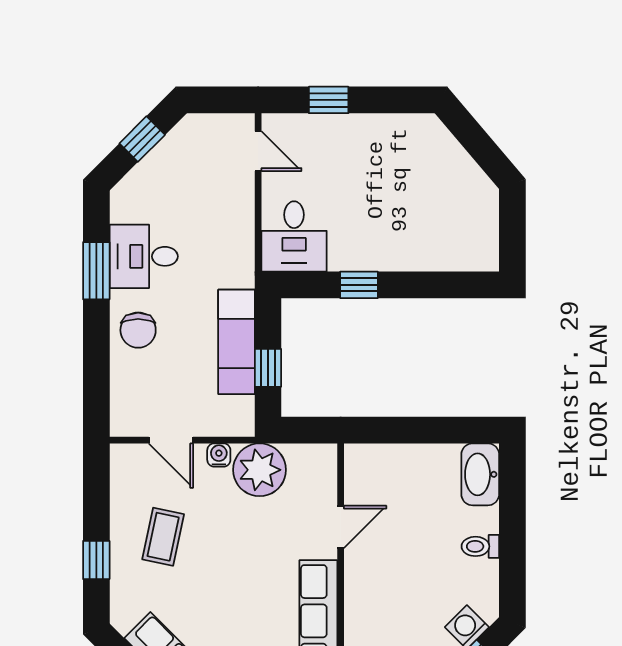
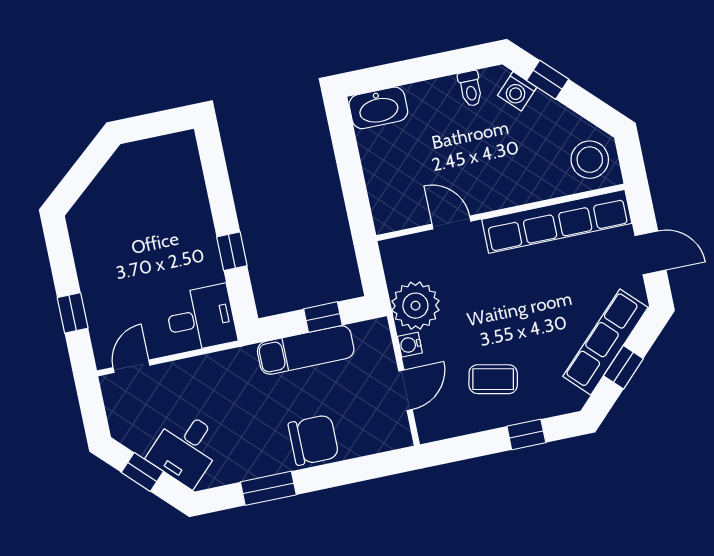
desk: (144, 256) -> (186, 449), moved, turned 45
chair: (138, 330) -> (313, 440), width x1.37, depth x1.37
toilet: (480, 546) -> (470, 89), moved

